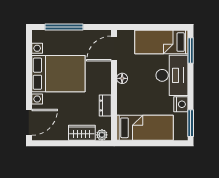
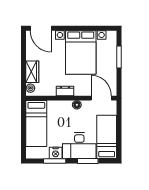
window: (64, 27) -> (119, 57), width x0.69
window: (191, 50) -> (88, 161), moved
dresser: (105, 106) -> (65, 91), moved
window: (191, 123) -> (55, 161), moved

